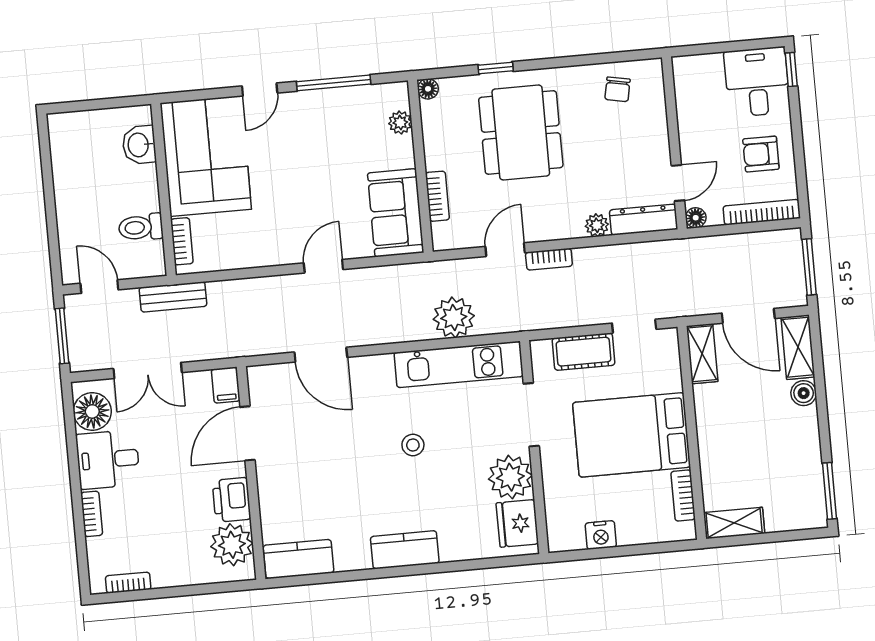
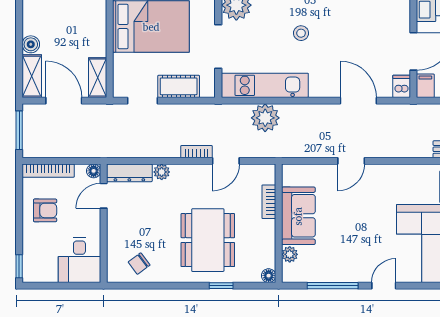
desk: (757, 82) -> (79, 260), moved
chair: (617, 89) -> (139, 264), turned -138
sofa: (396, 213) -> (298, 216), moved
dishwasher: (260, 381) -> (402, 86), added

